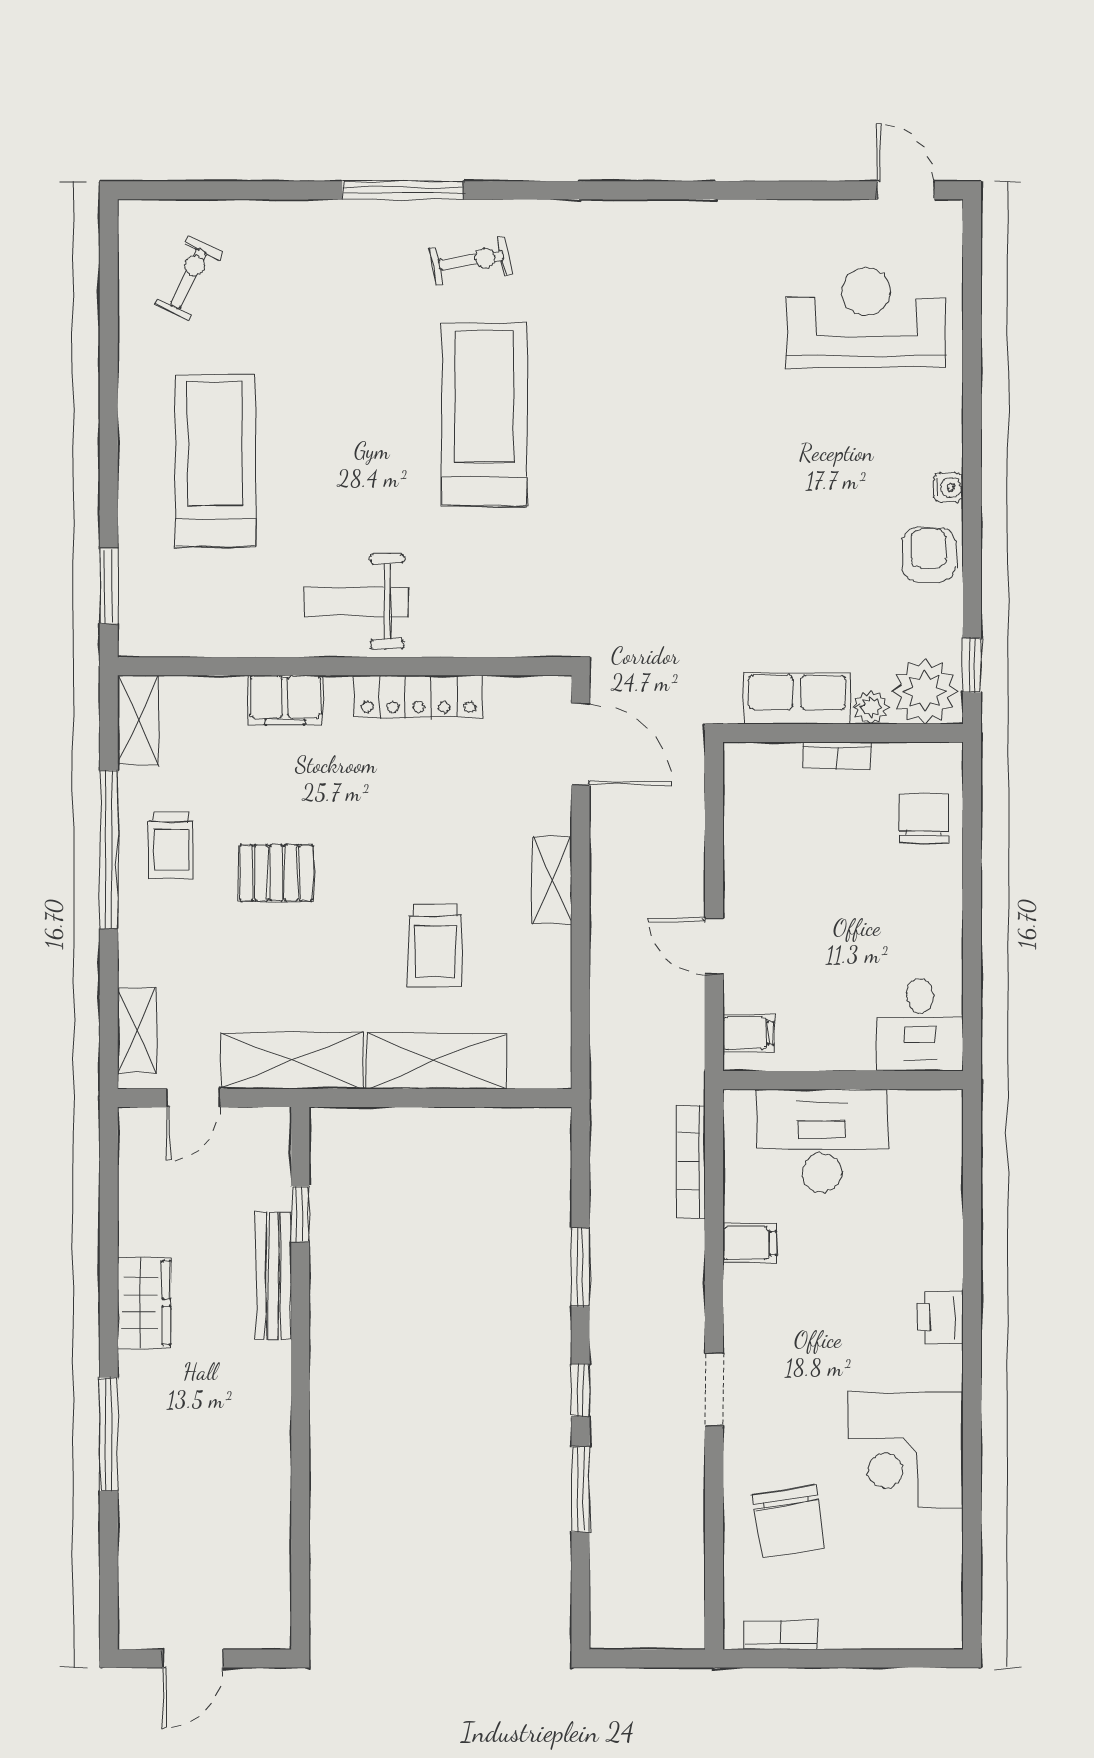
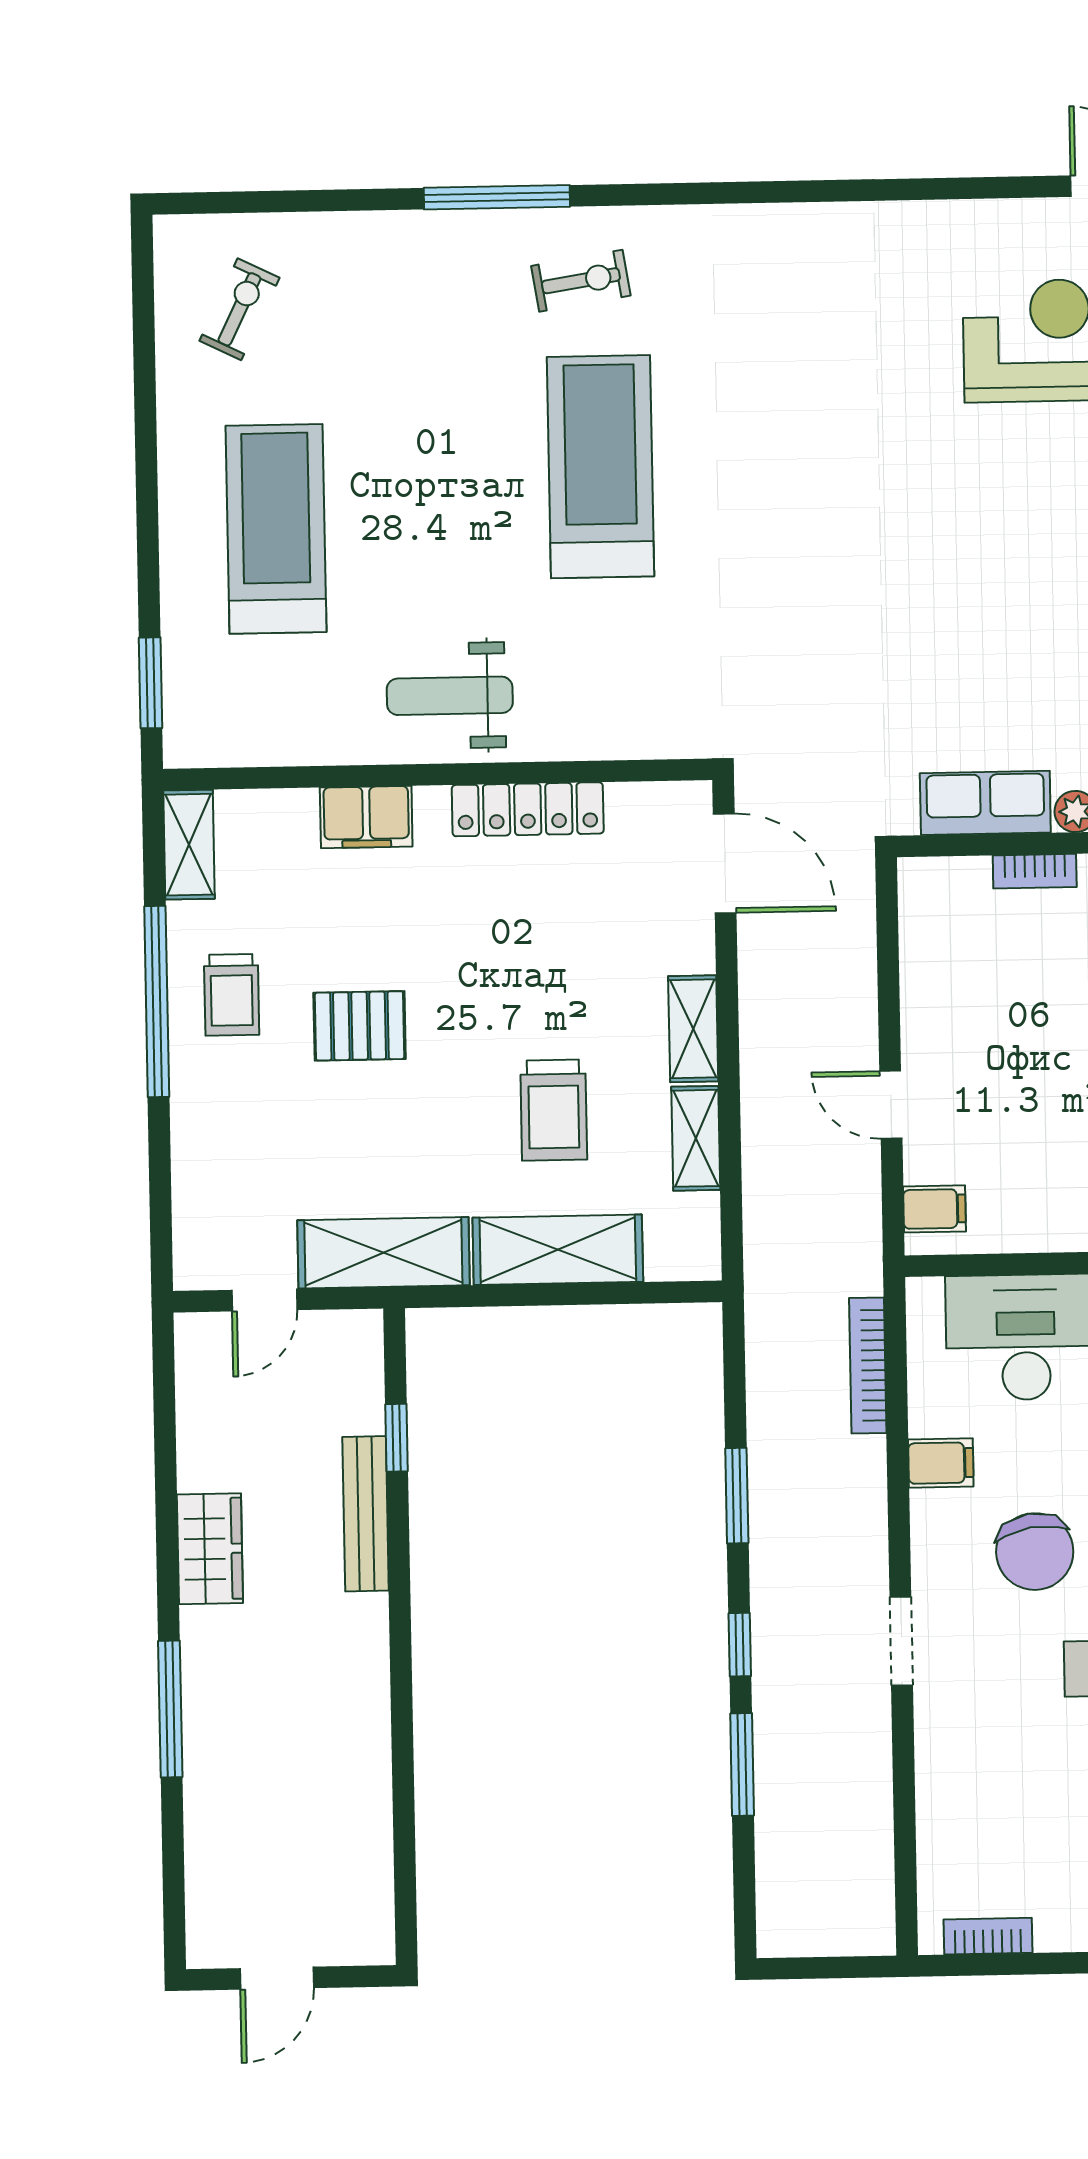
shelving: (137, 1031) -> (696, 1138), moved
chair: (789, 1521) -> (1035, 1552), moved

